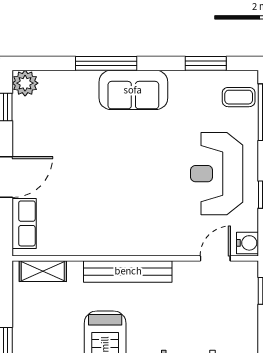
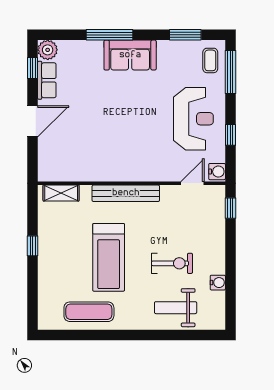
coffee table: (239, 97) -> (210, 60), turned 90
reception desk: (217, 174) -> (193, 119), turned 180
row of seats: (24, 223) -> (47, 80), moved

